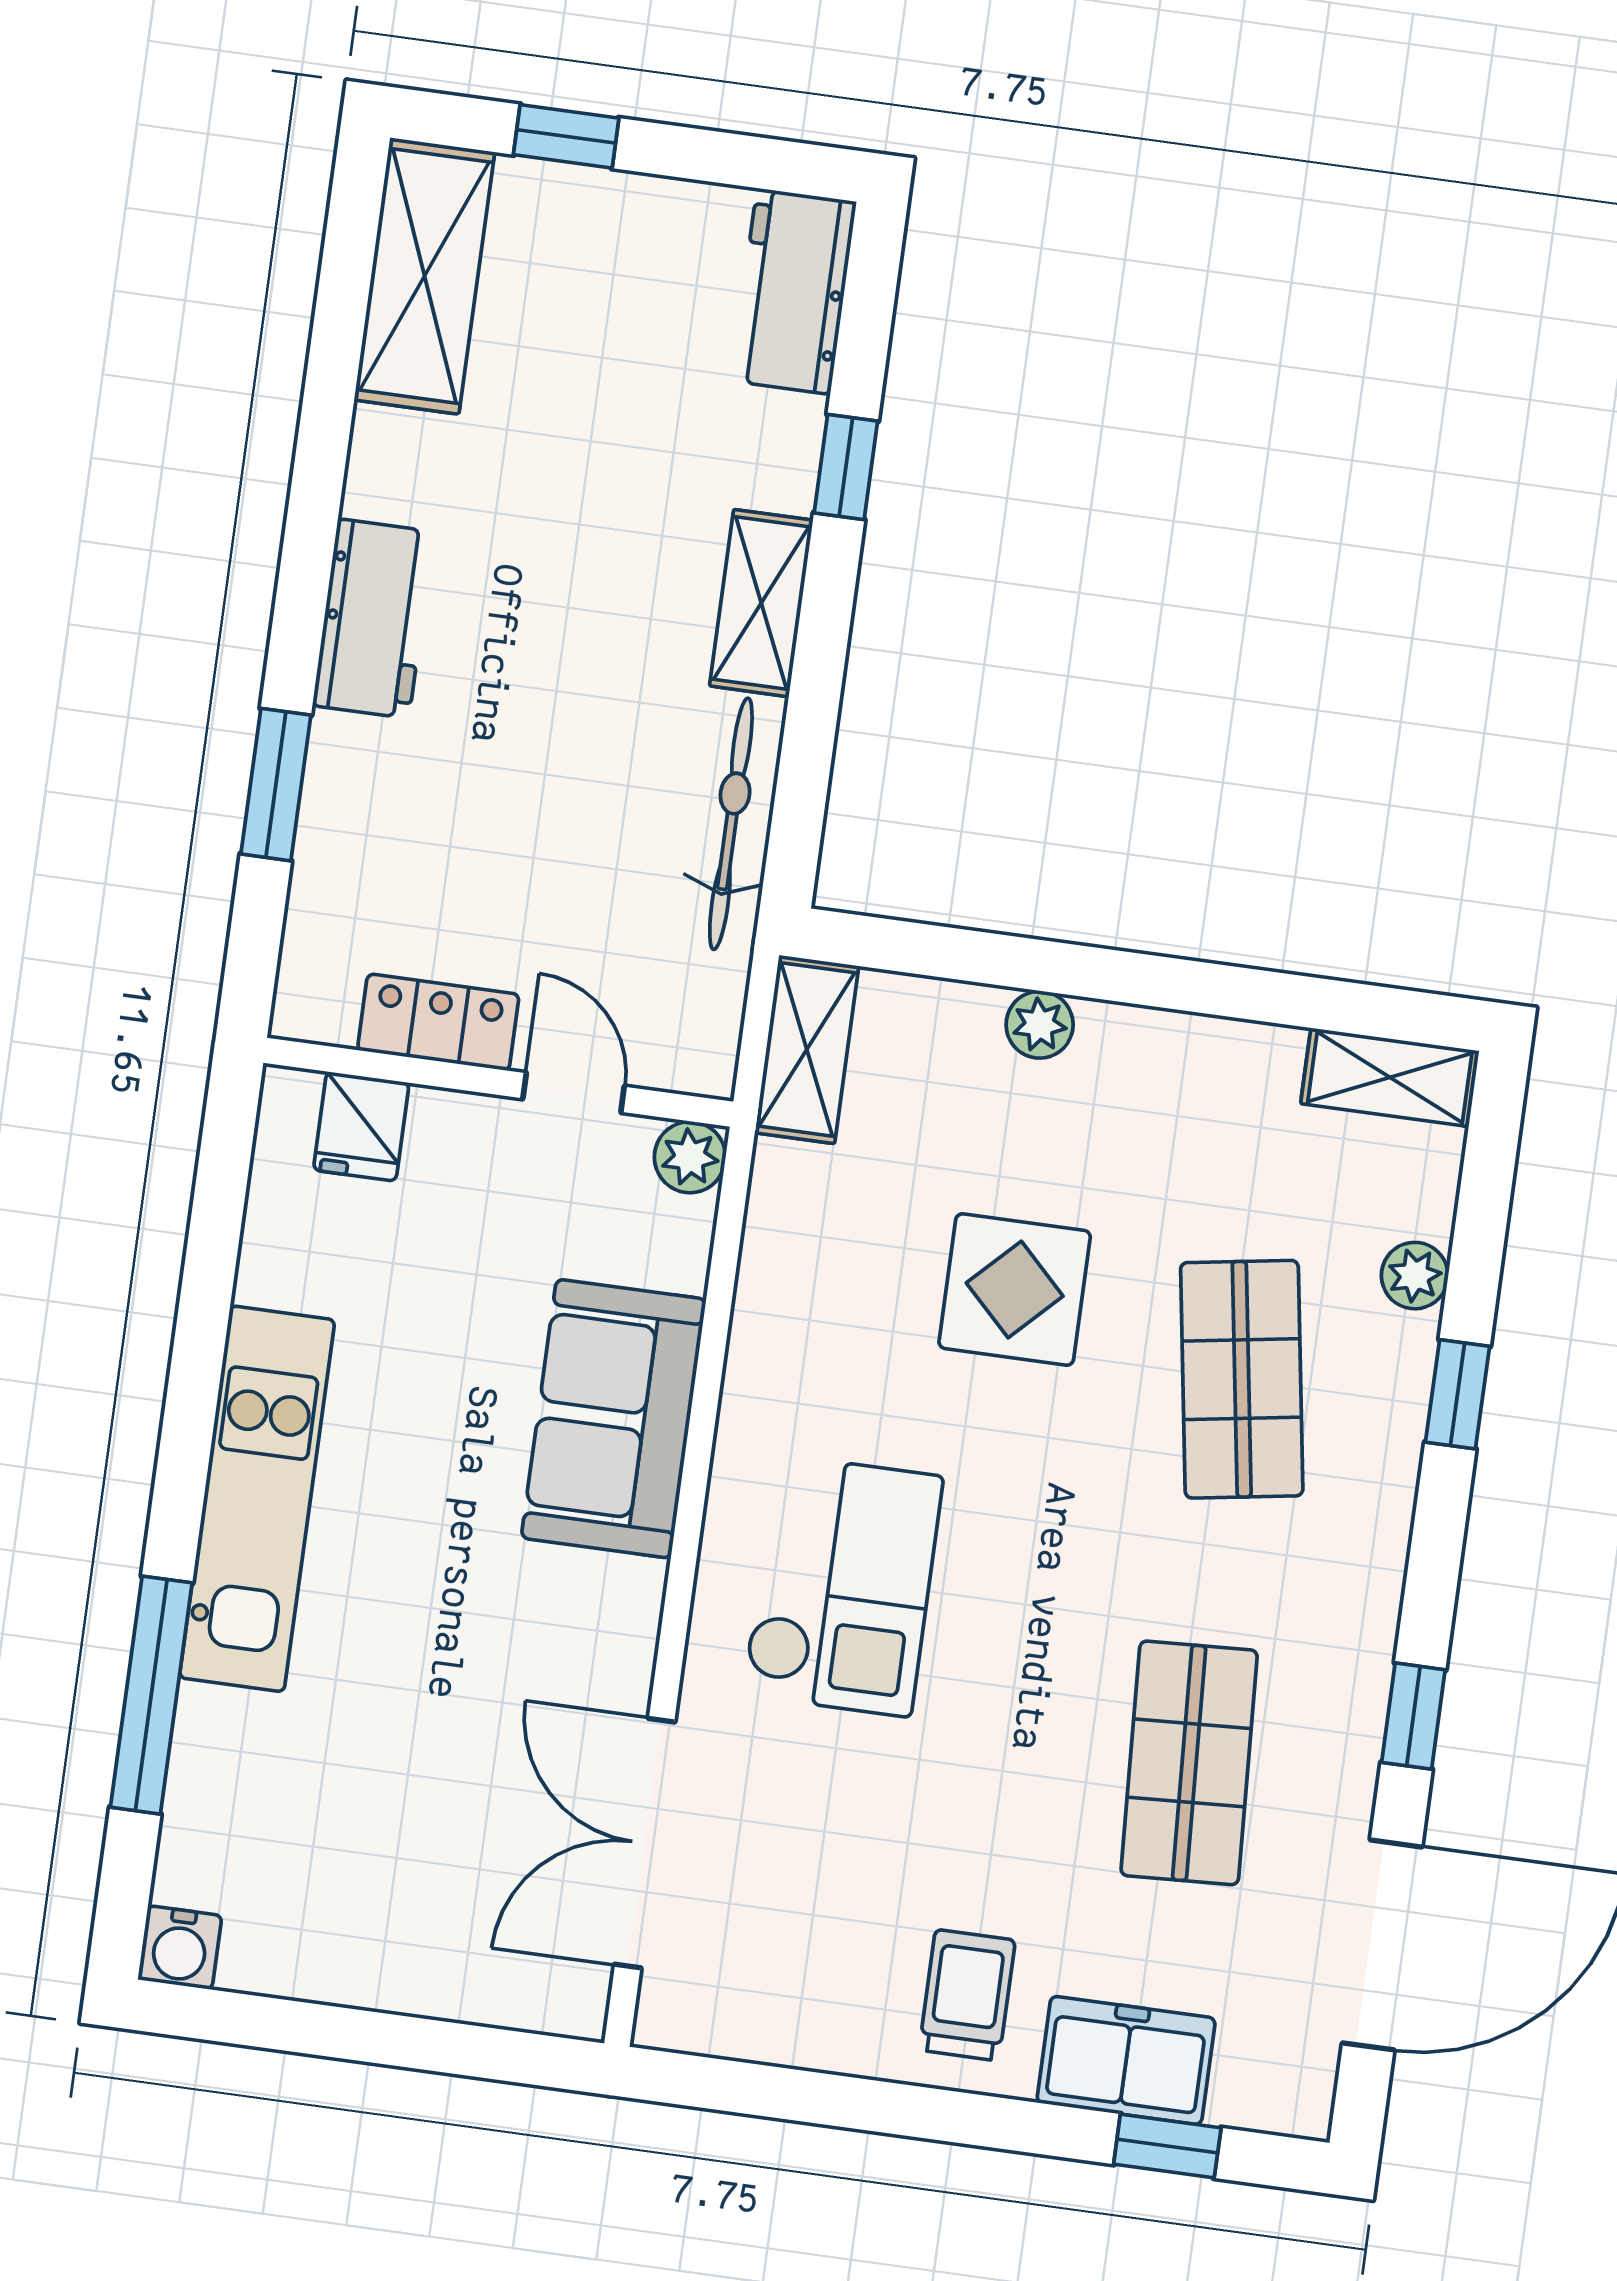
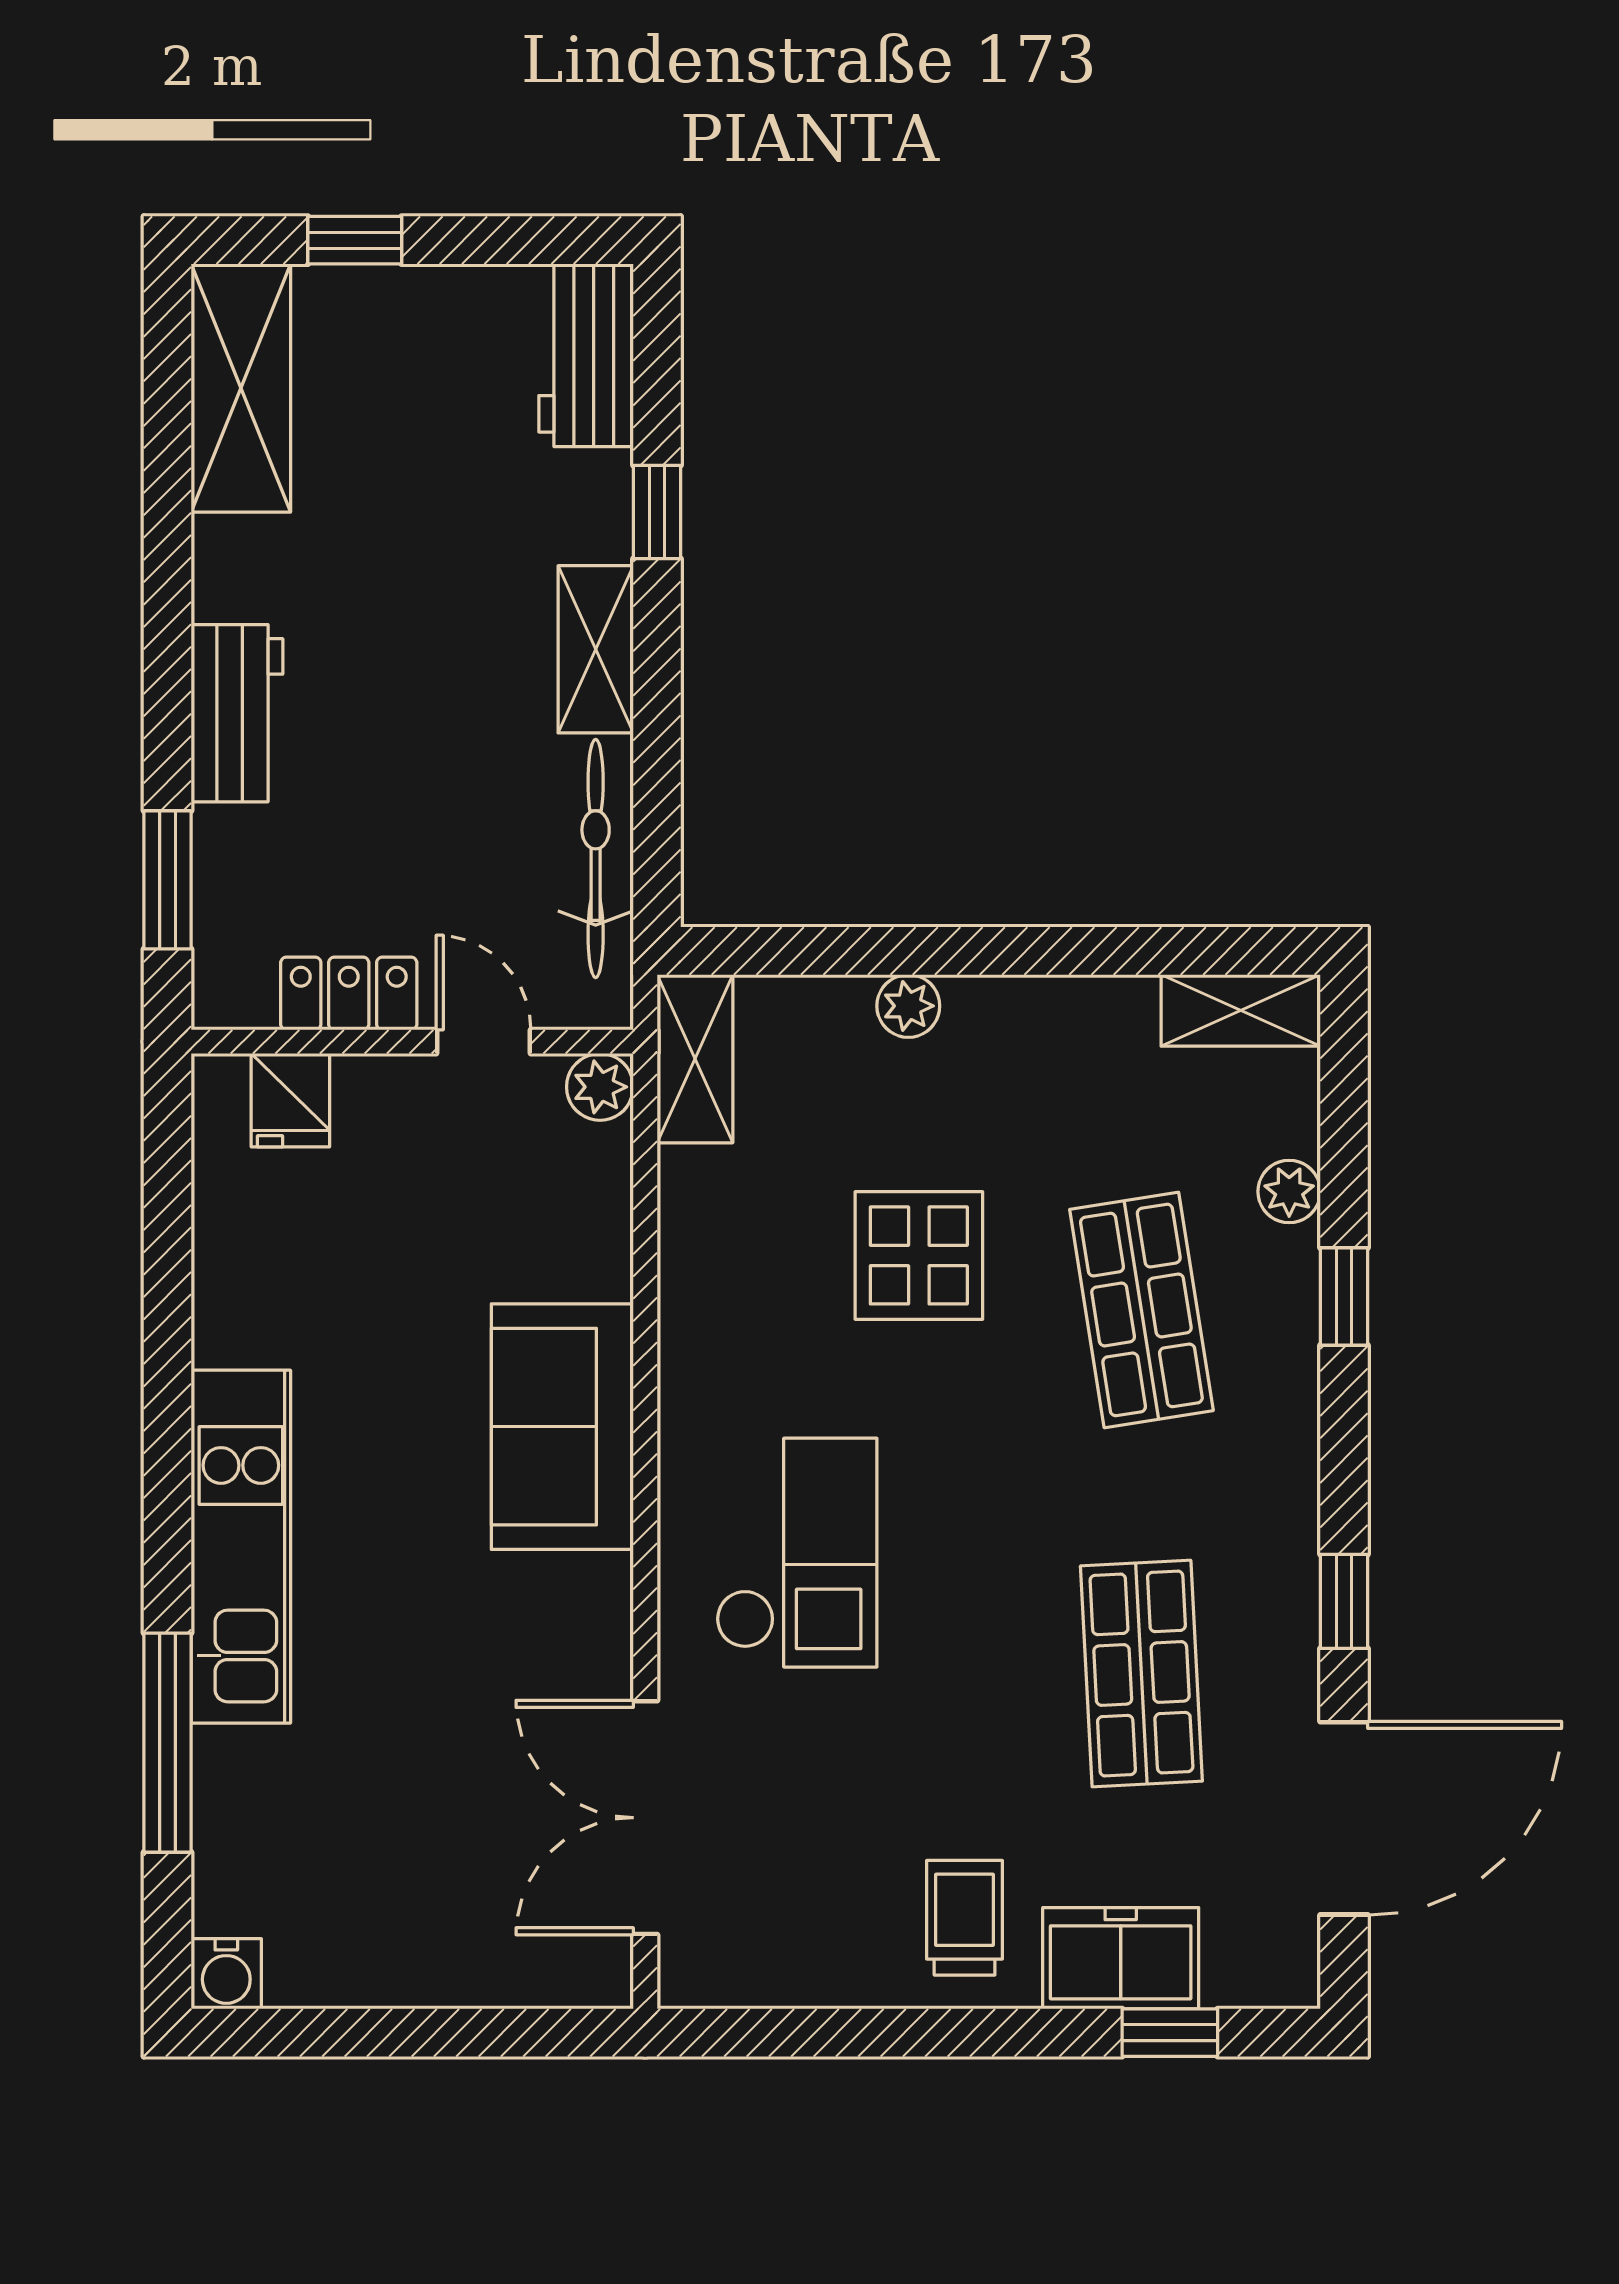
locker: (438, 1022) -> (349, 993), moved
wall: (498, 1082) -> (412, 1042), moved
door: (574, 1093) -> (484, 1042), moved
fridge: (361, 1126) -> (290, 1100), moved
plant: (690, 1157) -> (600, 1087), moved

